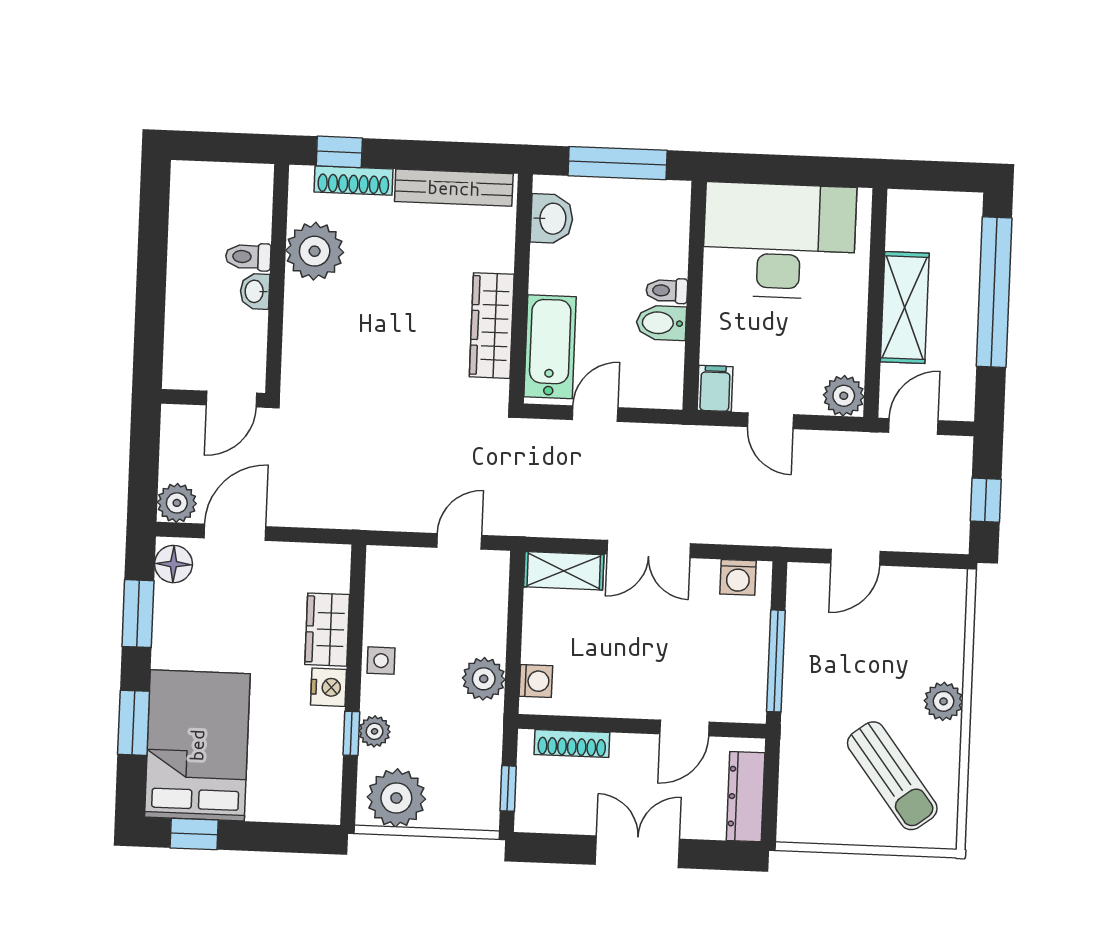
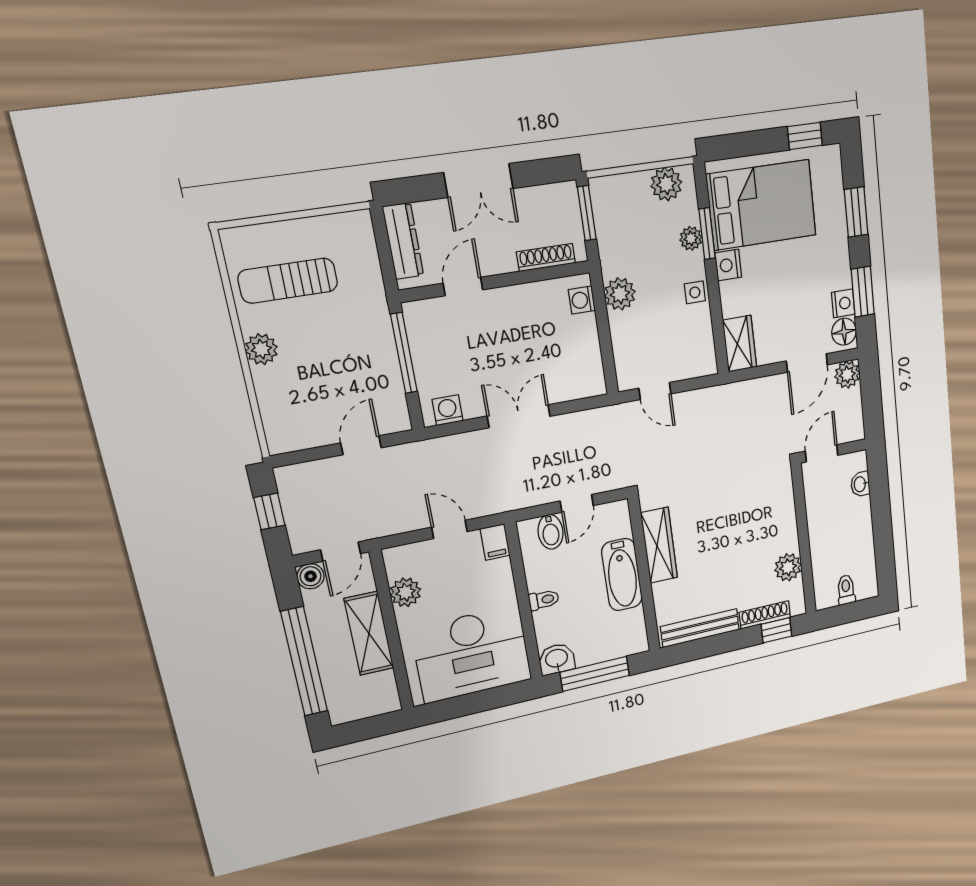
washbasin: (552, 219) -> (557, 659), moved, turned 90
plant: (315, 251) -> (788, 567), width x0.73, depth x0.73
toilet: (248, 257) -> (846, 590), moved, turned -90
washbasin: (255, 291) -> (860, 484), moved, turned 180
bidet: (661, 323) -> (551, 532), moved, turned 90
bathtub: (550, 347) -> (622, 575), moved
plant: (844, 396) -> (406, 592), moved
boiler: (958, 404) -> (310, 576), added
door: (459, 541) -> (655, 391), hinge flipped
shelving: (564, 571) -> (577, 386), removed
nightstand: (169, 603) -> (843, 303), added
wardrobe: (327, 630) -> (740, 344), moved
window: (351, 733) -> (707, 234), width x1.50
bed: (197, 745) -> (762, 205), moved, turned -90
sun lounger: (892, 776) -> (288, 281), turned -53
window: (508, 788) -> (587, 213), width x1.50
plant: (396, 798) -> (666, 184), width x0.73, depth x0.73

